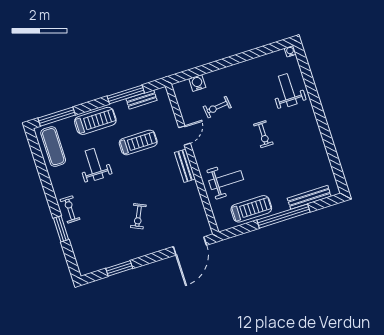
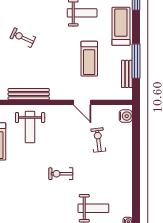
water cooler: (197, 83) -> (126, 116), moved
treadmill: (95, 121) -> (121, 26), turned 180
bench: (185, 166) -> (29, 94), moved, width x1.36

